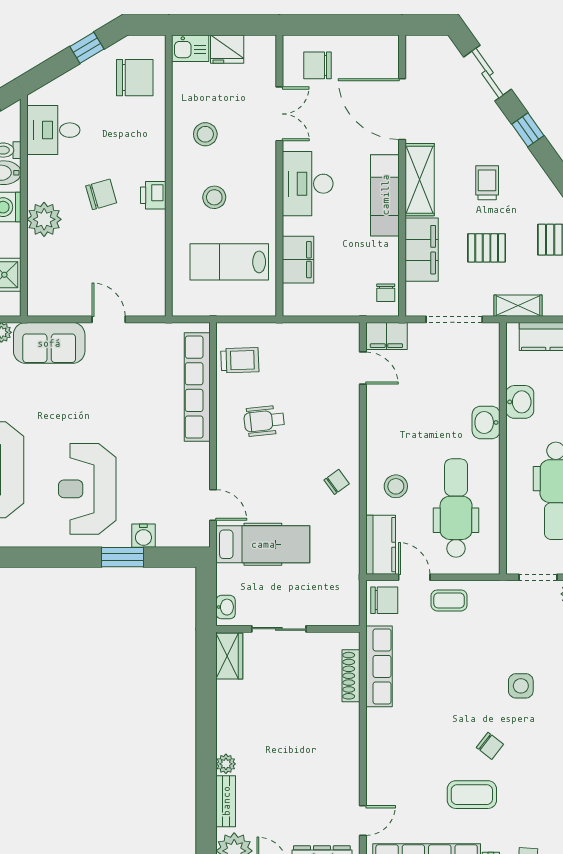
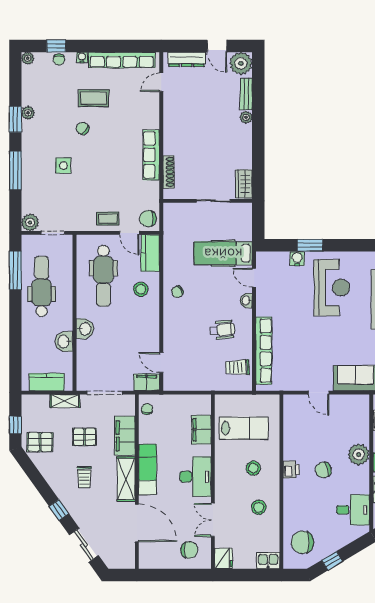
fridge: (227, 49) -> (224, 558), moved, turned 90
washbasin: (226, 607) -> (246, 300), moved
row of seats: (379, 666) -> (151, 155), moved

